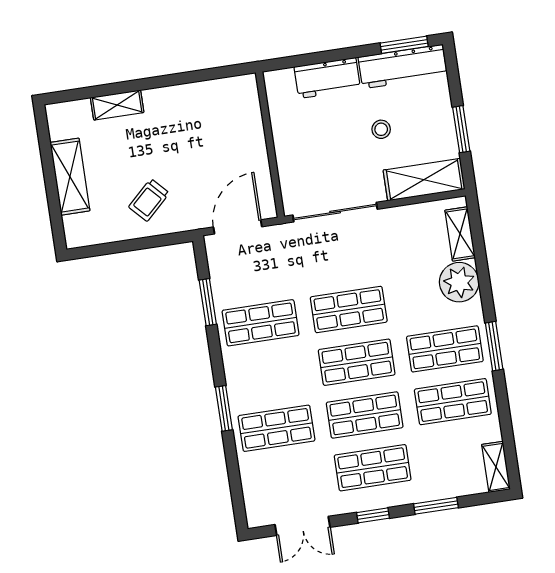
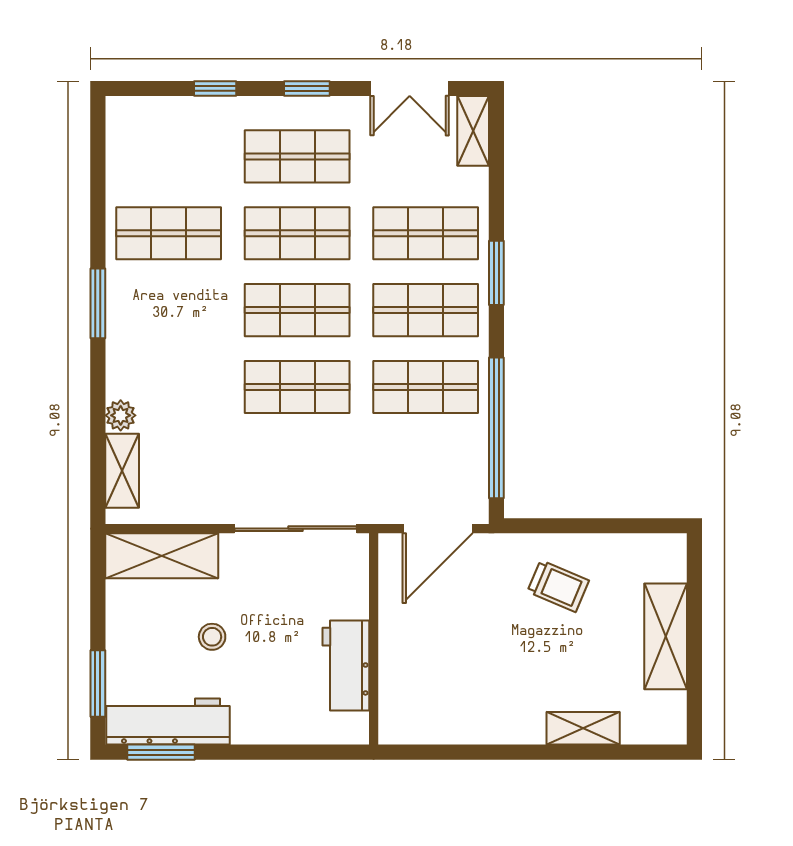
workbench: (327, 78) -> (346, 665), moved, turned -90
window: (461, 129) -> (98, 683), moved
trolley: (149, 200) -> (558, 586), turned 66
plant: (459, 282) -> (121, 415), width x0.53, depth x0.53
window: (208, 302) -> (496, 428), width x2.11
shop shelf: (445, 349) -> (426, 310), moved
shelving: (496, 467) -> (473, 131), moved
window: (436, 506) -> (215, 88), width x0.67
double door: (302, 526) -> (410, 88), swing flipped

